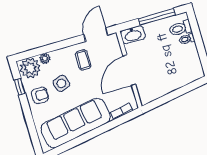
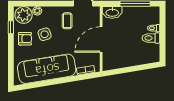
toilet: (180, 28) -> (151, 38), moved

